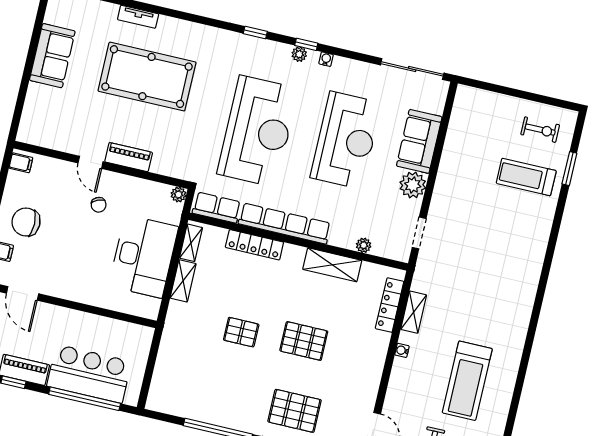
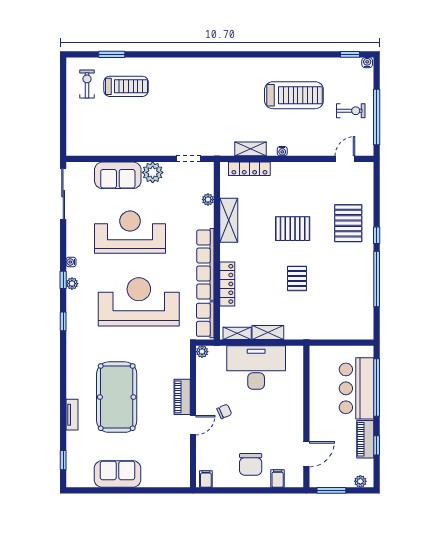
treadmill: (526, 177) -> (126, 86), turned -90
pallet: (304, 341) -> (293, 229), turned 90

